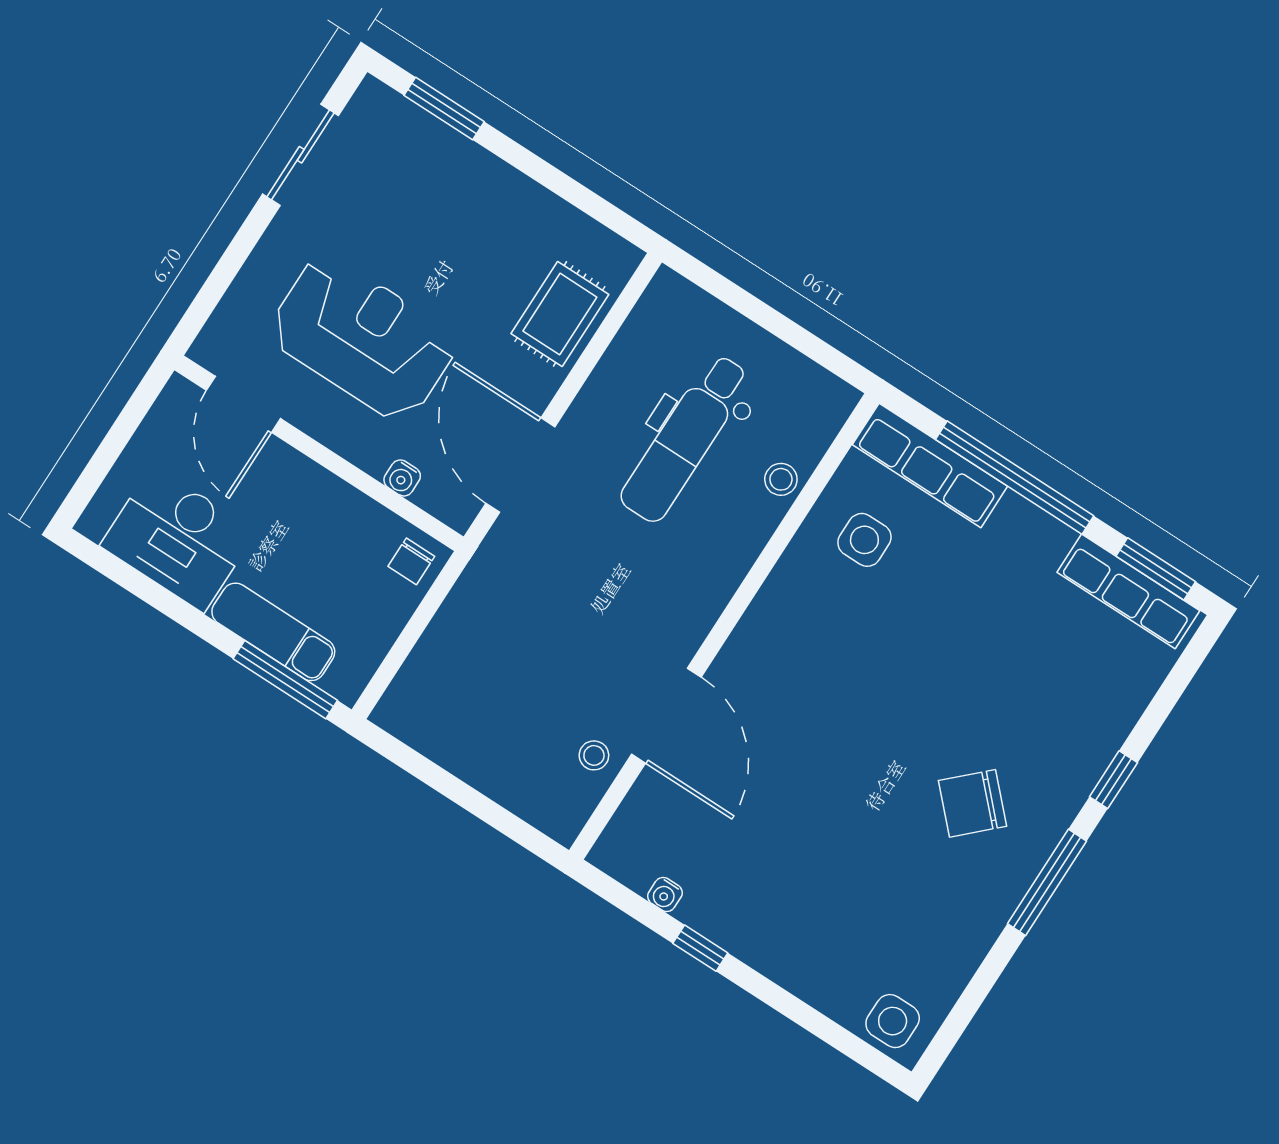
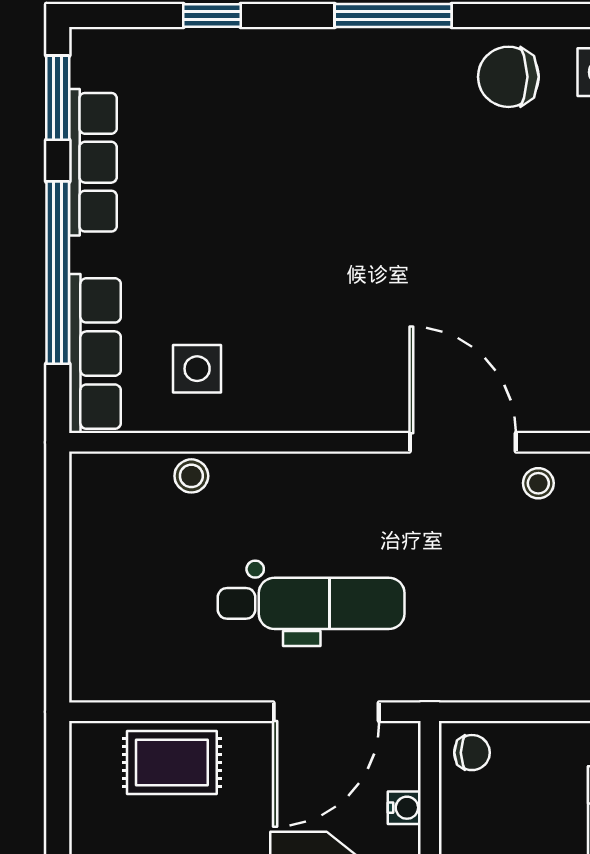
dental chair: (685, 438) -> (311, 603), moved
row of seats: (1128, 591) -> (93, 162), moved
door: (666, 716) -> (463, 442), hinge flipped
window: (1113, 780) -> (212, 16), moved
chair: (972, 803) -> (508, 77), moved, turned 134

